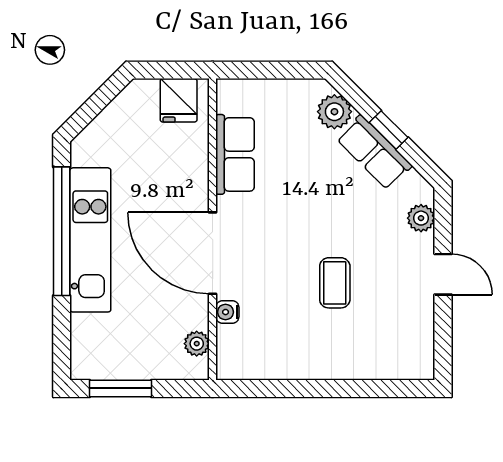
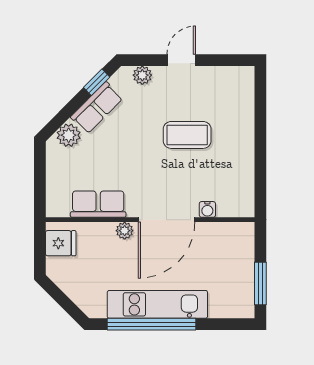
window: (389, 130) -> (97, 82), moved
coffee table: (335, 283) -> (187, 135), width x1.36, depth x1.30
plant: (197, 344) -> (125, 231), moved

